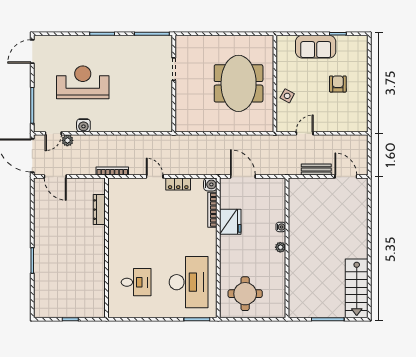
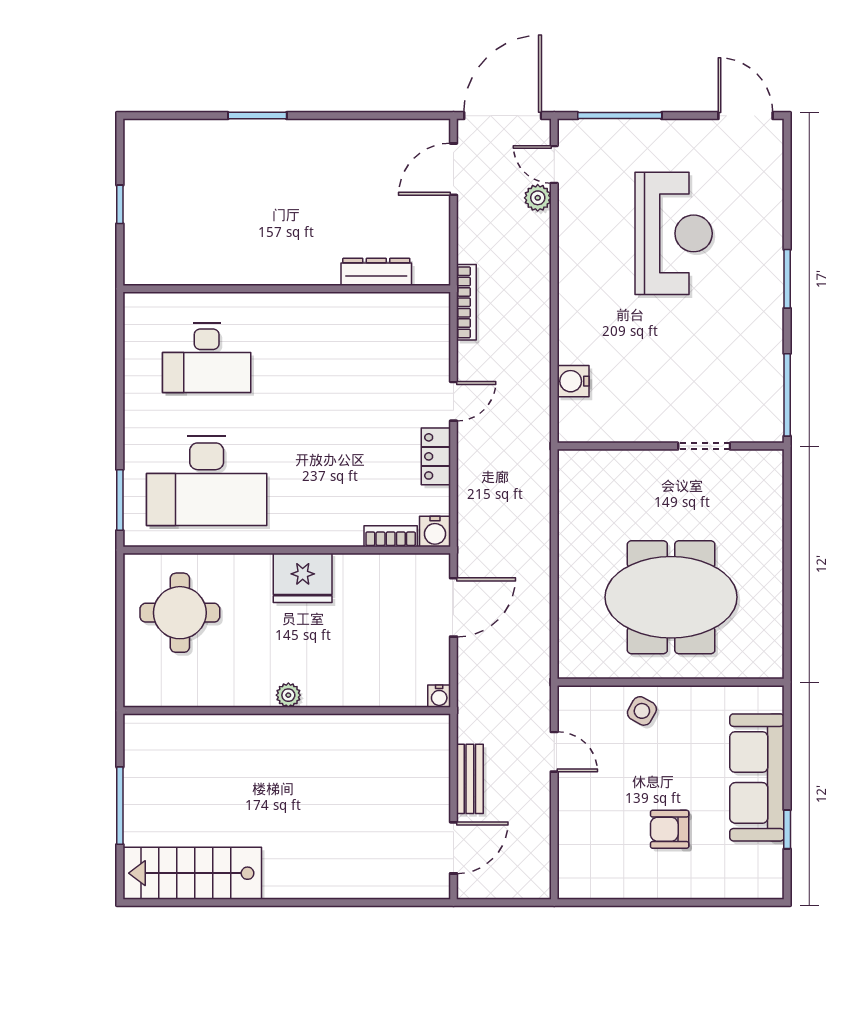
sofa: (316, 47) -> (757, 777), width x1.36
armchair: (338, 84) -> (670, 829), turned 180
water cooler: (83, 125) -> (573, 381), moved
bookcase: (212, 210) -> (391, 536), width x0.64
fridge: (230, 222) -> (303, 578), moved
water cooler: (281, 227) -> (439, 696), moved
desk: (136, 282) -> (207, 358), width x1.37

